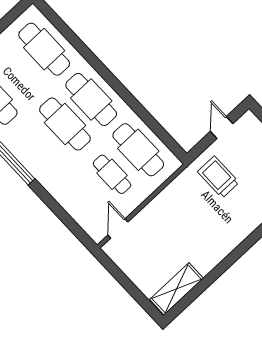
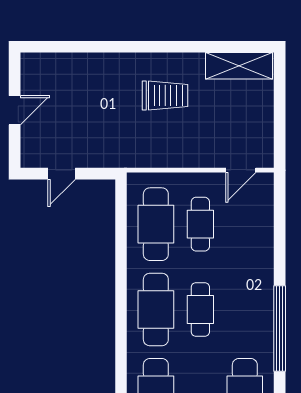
cafe table: (65, 124) -> (200, 309), width x0.73, depth x0.74
trolley: (218, 177) -> (165, 95), moved, turned -90

